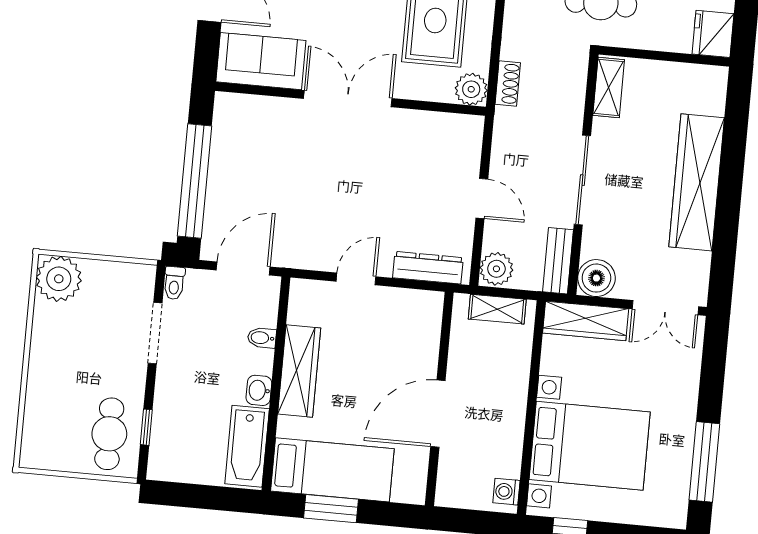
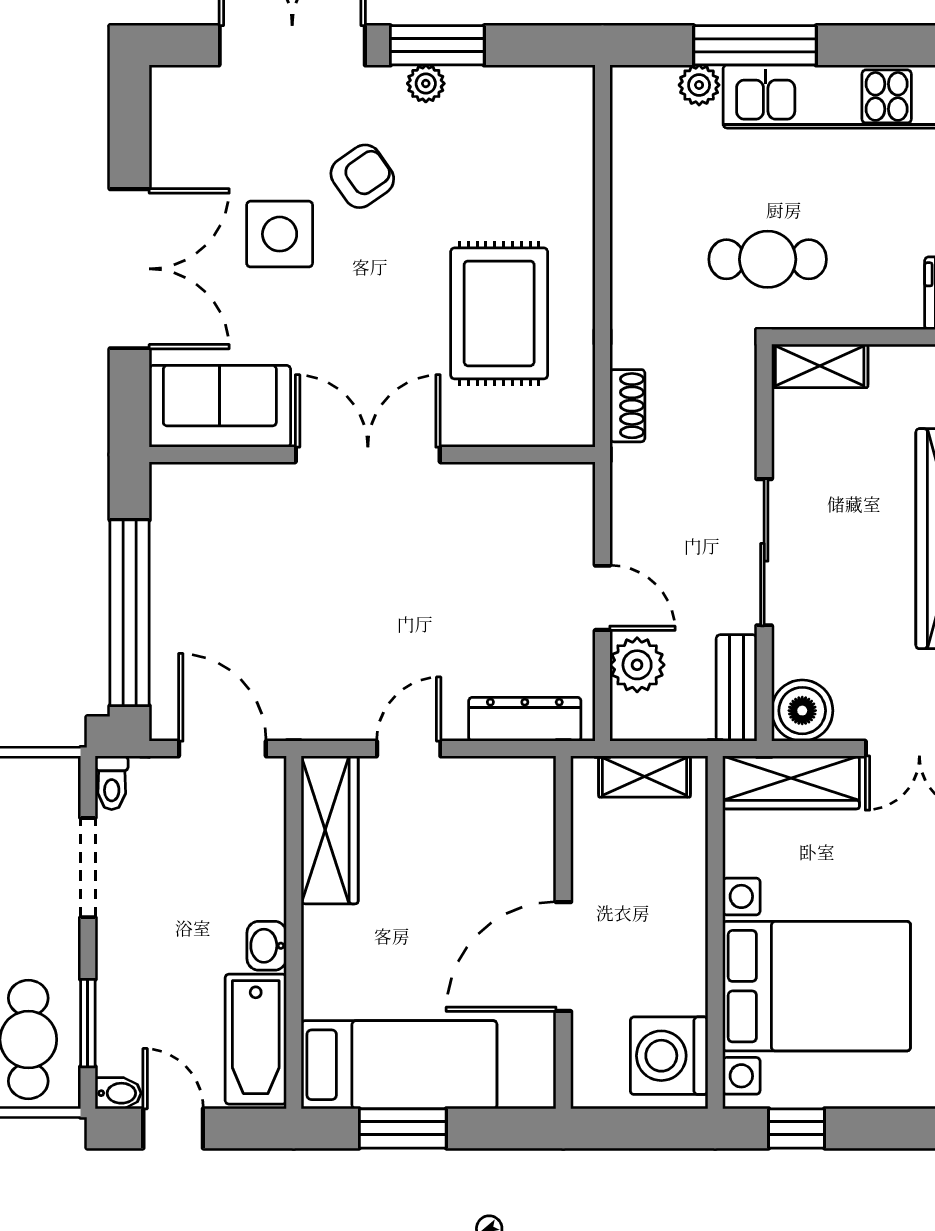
shelving: (609, 87) -> (820, 366), moved, turned 90
plant: (471, 89) -> (568, 420), removed
door: (243, 268) -> (222, 749), hinge flipped
plant: (496, 269) -> (637, 665), moved
bidet: (262, 338) -> (118, 1093), moved, turned 180
wardrobe: (299, 371) -> (330, 830), moved
window: (146, 427) -> (88, 1023), width x1.50
washing machine: (506, 492) -> (669, 1056), width x1.89, depth x1.89
door: (192, 496) -> (173, 1128), added

